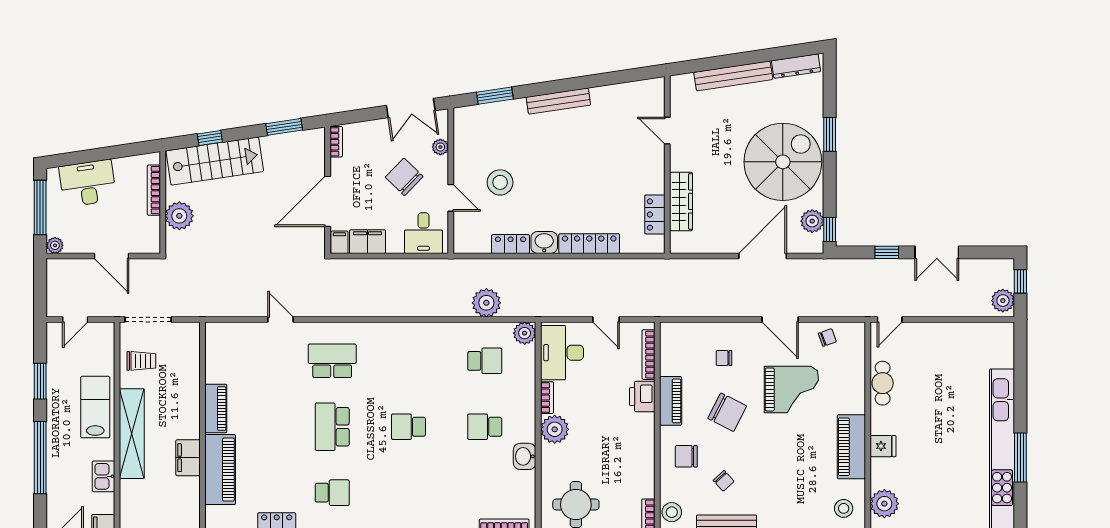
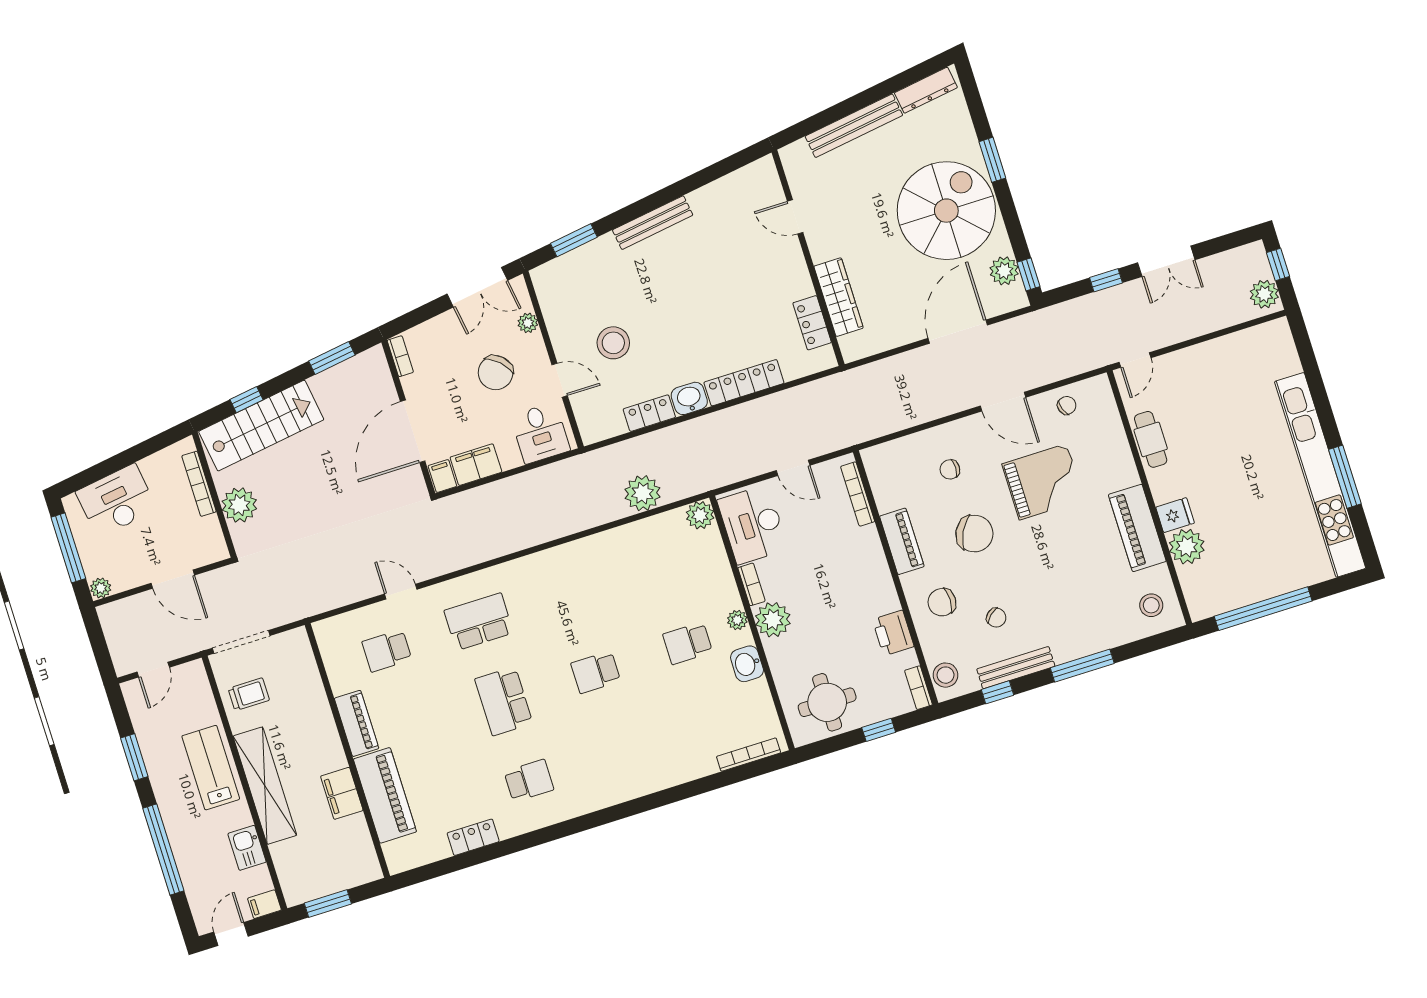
chair: (404, 177) -> (496, 373), turned -90
school desk: (485, 361) -> (387, 651), moved, turned 180
printer: (642, 397) -> (893, 633), moved
plant: (528, 421) -> (737, 620), added
plant: (884, 504) -> (1187, 547), moved

